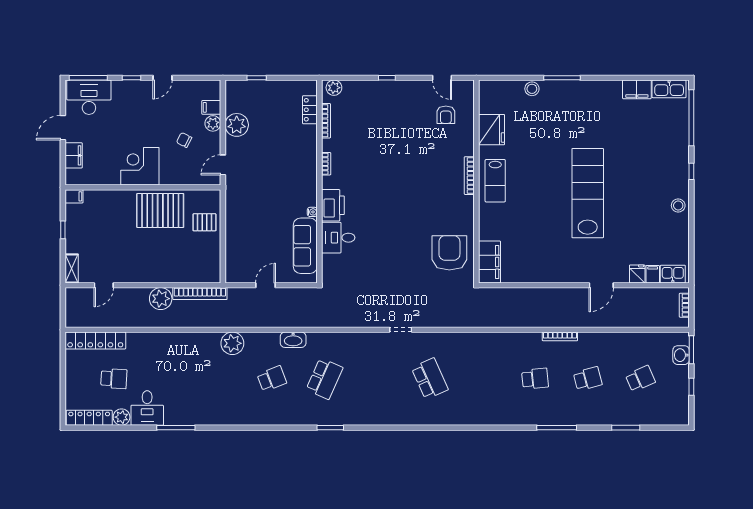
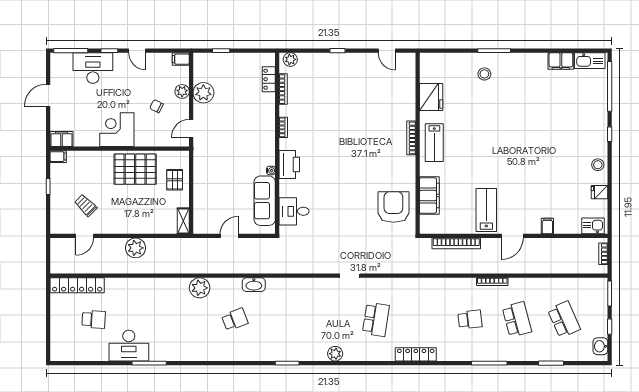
door: (163, 78) -> (137, 51), hinge flipped
stool: (532, 89) -> (484, 74), moved
desk: (89, 97) -> (93, 68), moved
filing cabinet: (211, 107) -> (181, 59), moved
armchair: (446, 115) -> (390, 84), removed
filing cabinet: (74, 155) -> (62, 139), moved, turned -90
lab bench: (588, 193) -> (486, 210), moved, width x0.54, depth x0.72
pallet: (204, 222) -> (175, 180), turned 90
desk: (338, 238) -> (294, 211), moved
trolley: (105, 251) -> (86, 205), added
filing cabinet: (490, 262) -> (429, 195), moved
shelving: (72, 268) -> (183, 221), moved
fridge: (637, 274) -> (599, 192), moved, turned -90
filing cabinet: (653, 274) -> (547, 226), moved
door: (601, 285) -> (512, 236), moved
bookcase: (200, 294) -> (456, 243), moved
washbasin: (681, 355) -> (600, 346), moved
school desk: (324, 379) -> (282, 319), removed
school desk: (430, 379) -> (376, 319), turned 33
school desk: (588, 379) -> (517, 319), width x1.85
school desk: (640, 379) -> (564, 319), width x1.85
desk: (147, 408) -> (129, 346), width x1.37
plant: (122, 417) -> (335, 354), moved
locker: (89, 418) -> (416, 354), moved

